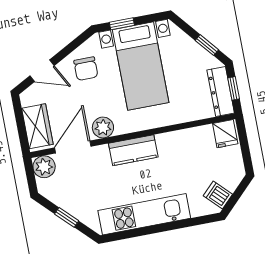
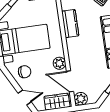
door: (42, 71) -> (25, 97), hinge flipped
kitchen counter: (133, 150) -> (70, 24), moved

